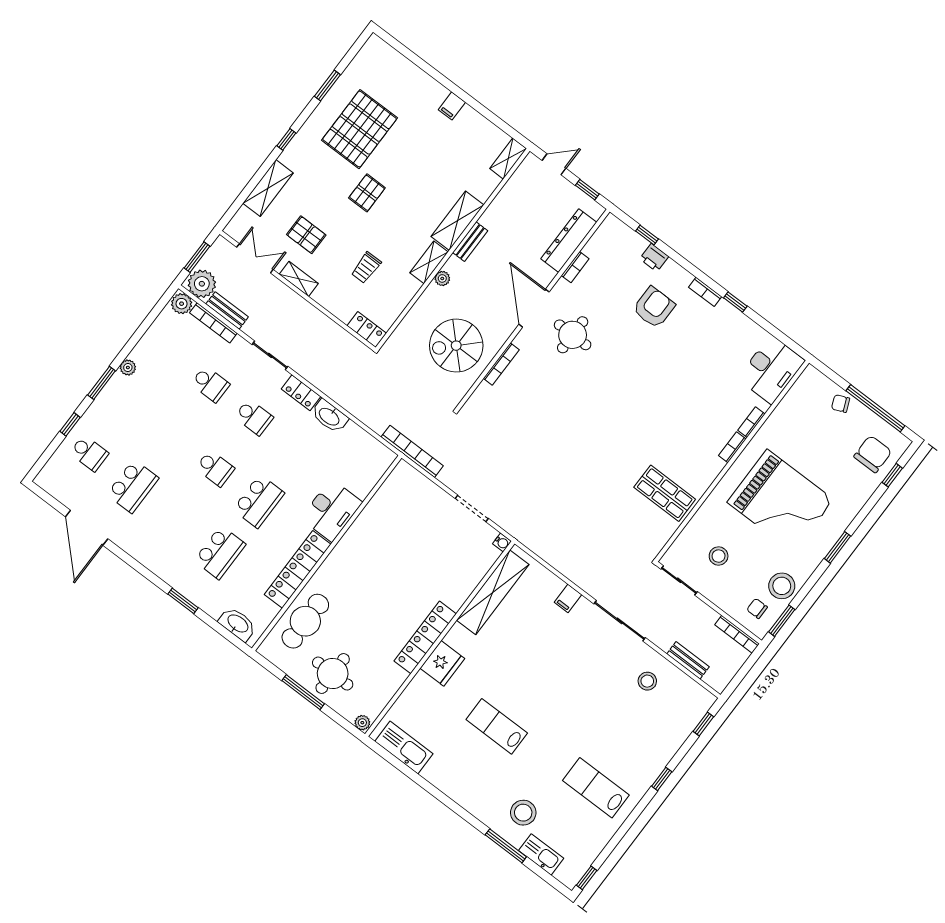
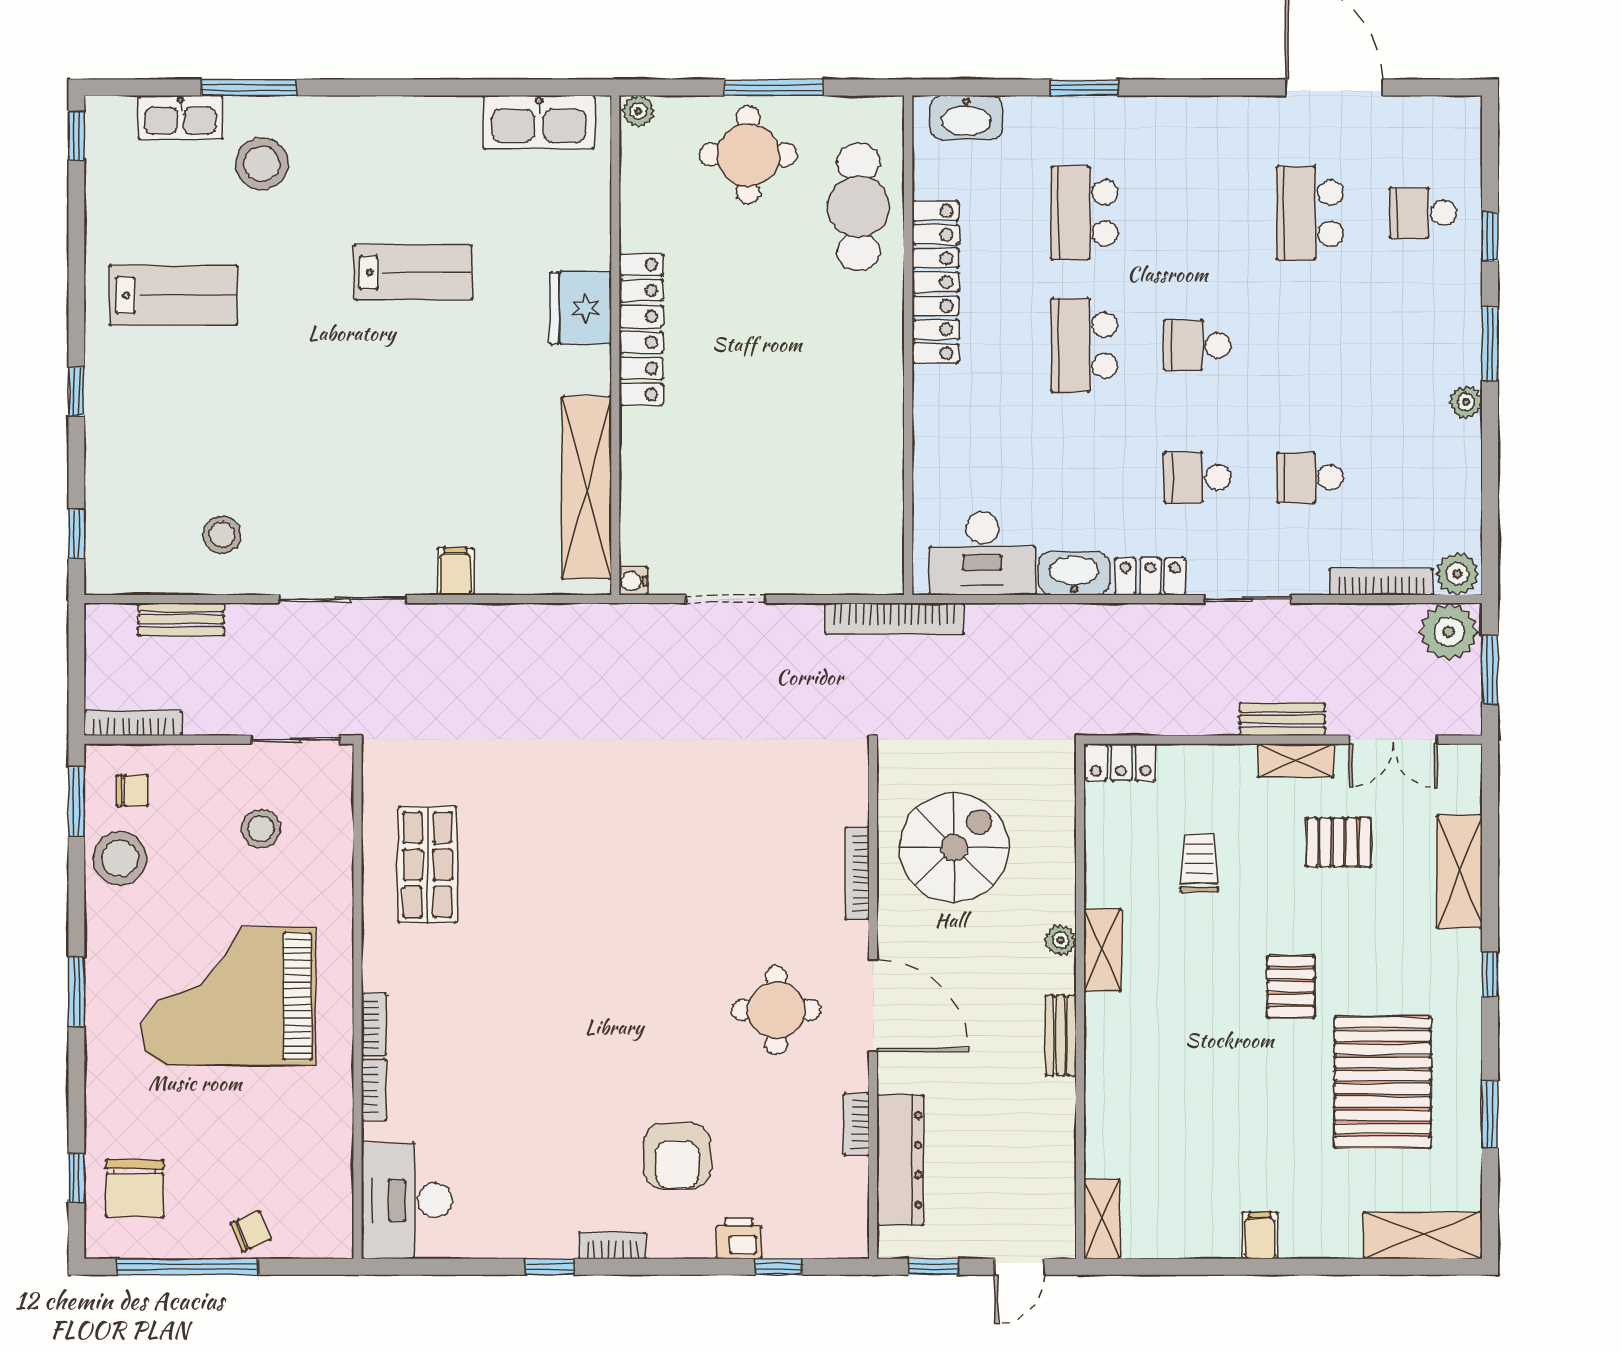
shelving: (458, 221) -> (1423, 1235), moved, turned 90
bench: (227, 310) -> (1282, 719), moved
shop shelf: (665, 493) -> (428, 865), turned 90
desk: (331, 510) -> (982, 553), moved, turned -90

